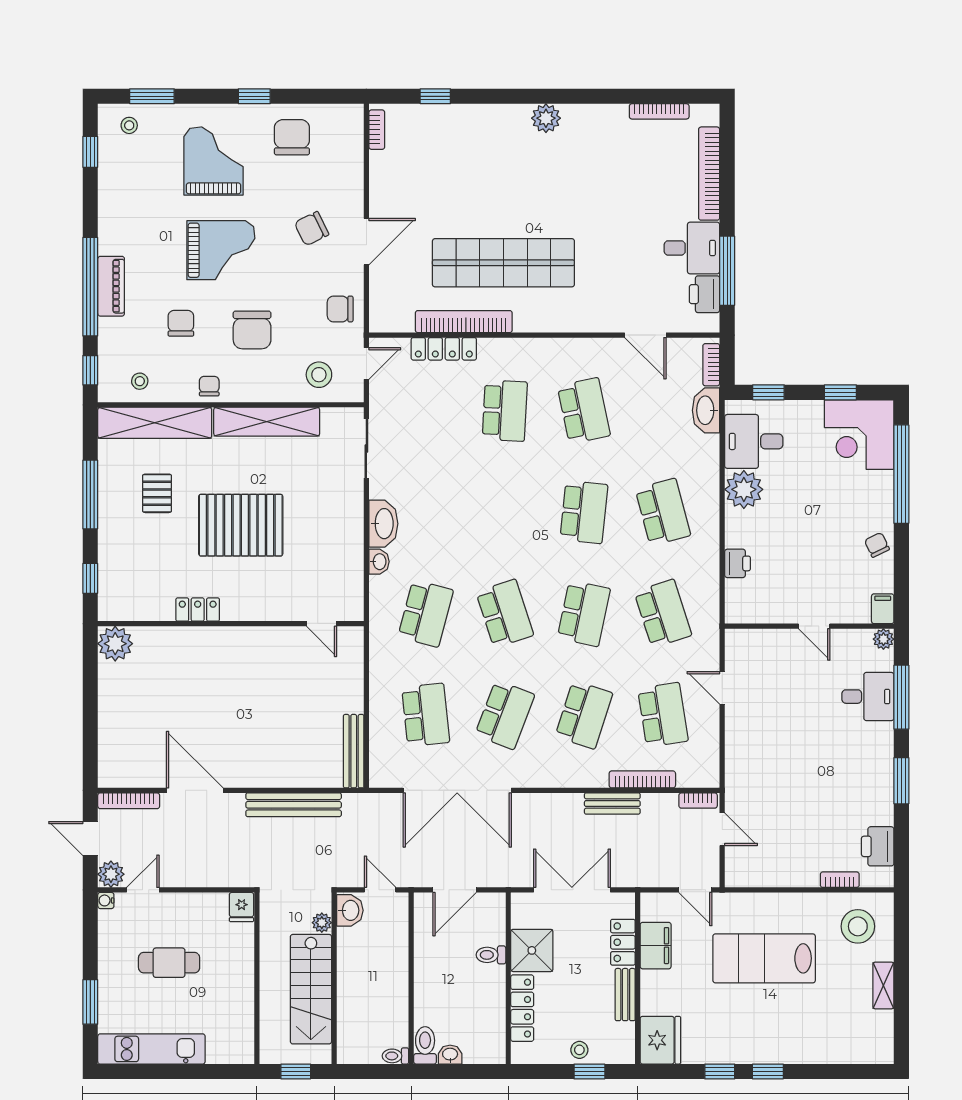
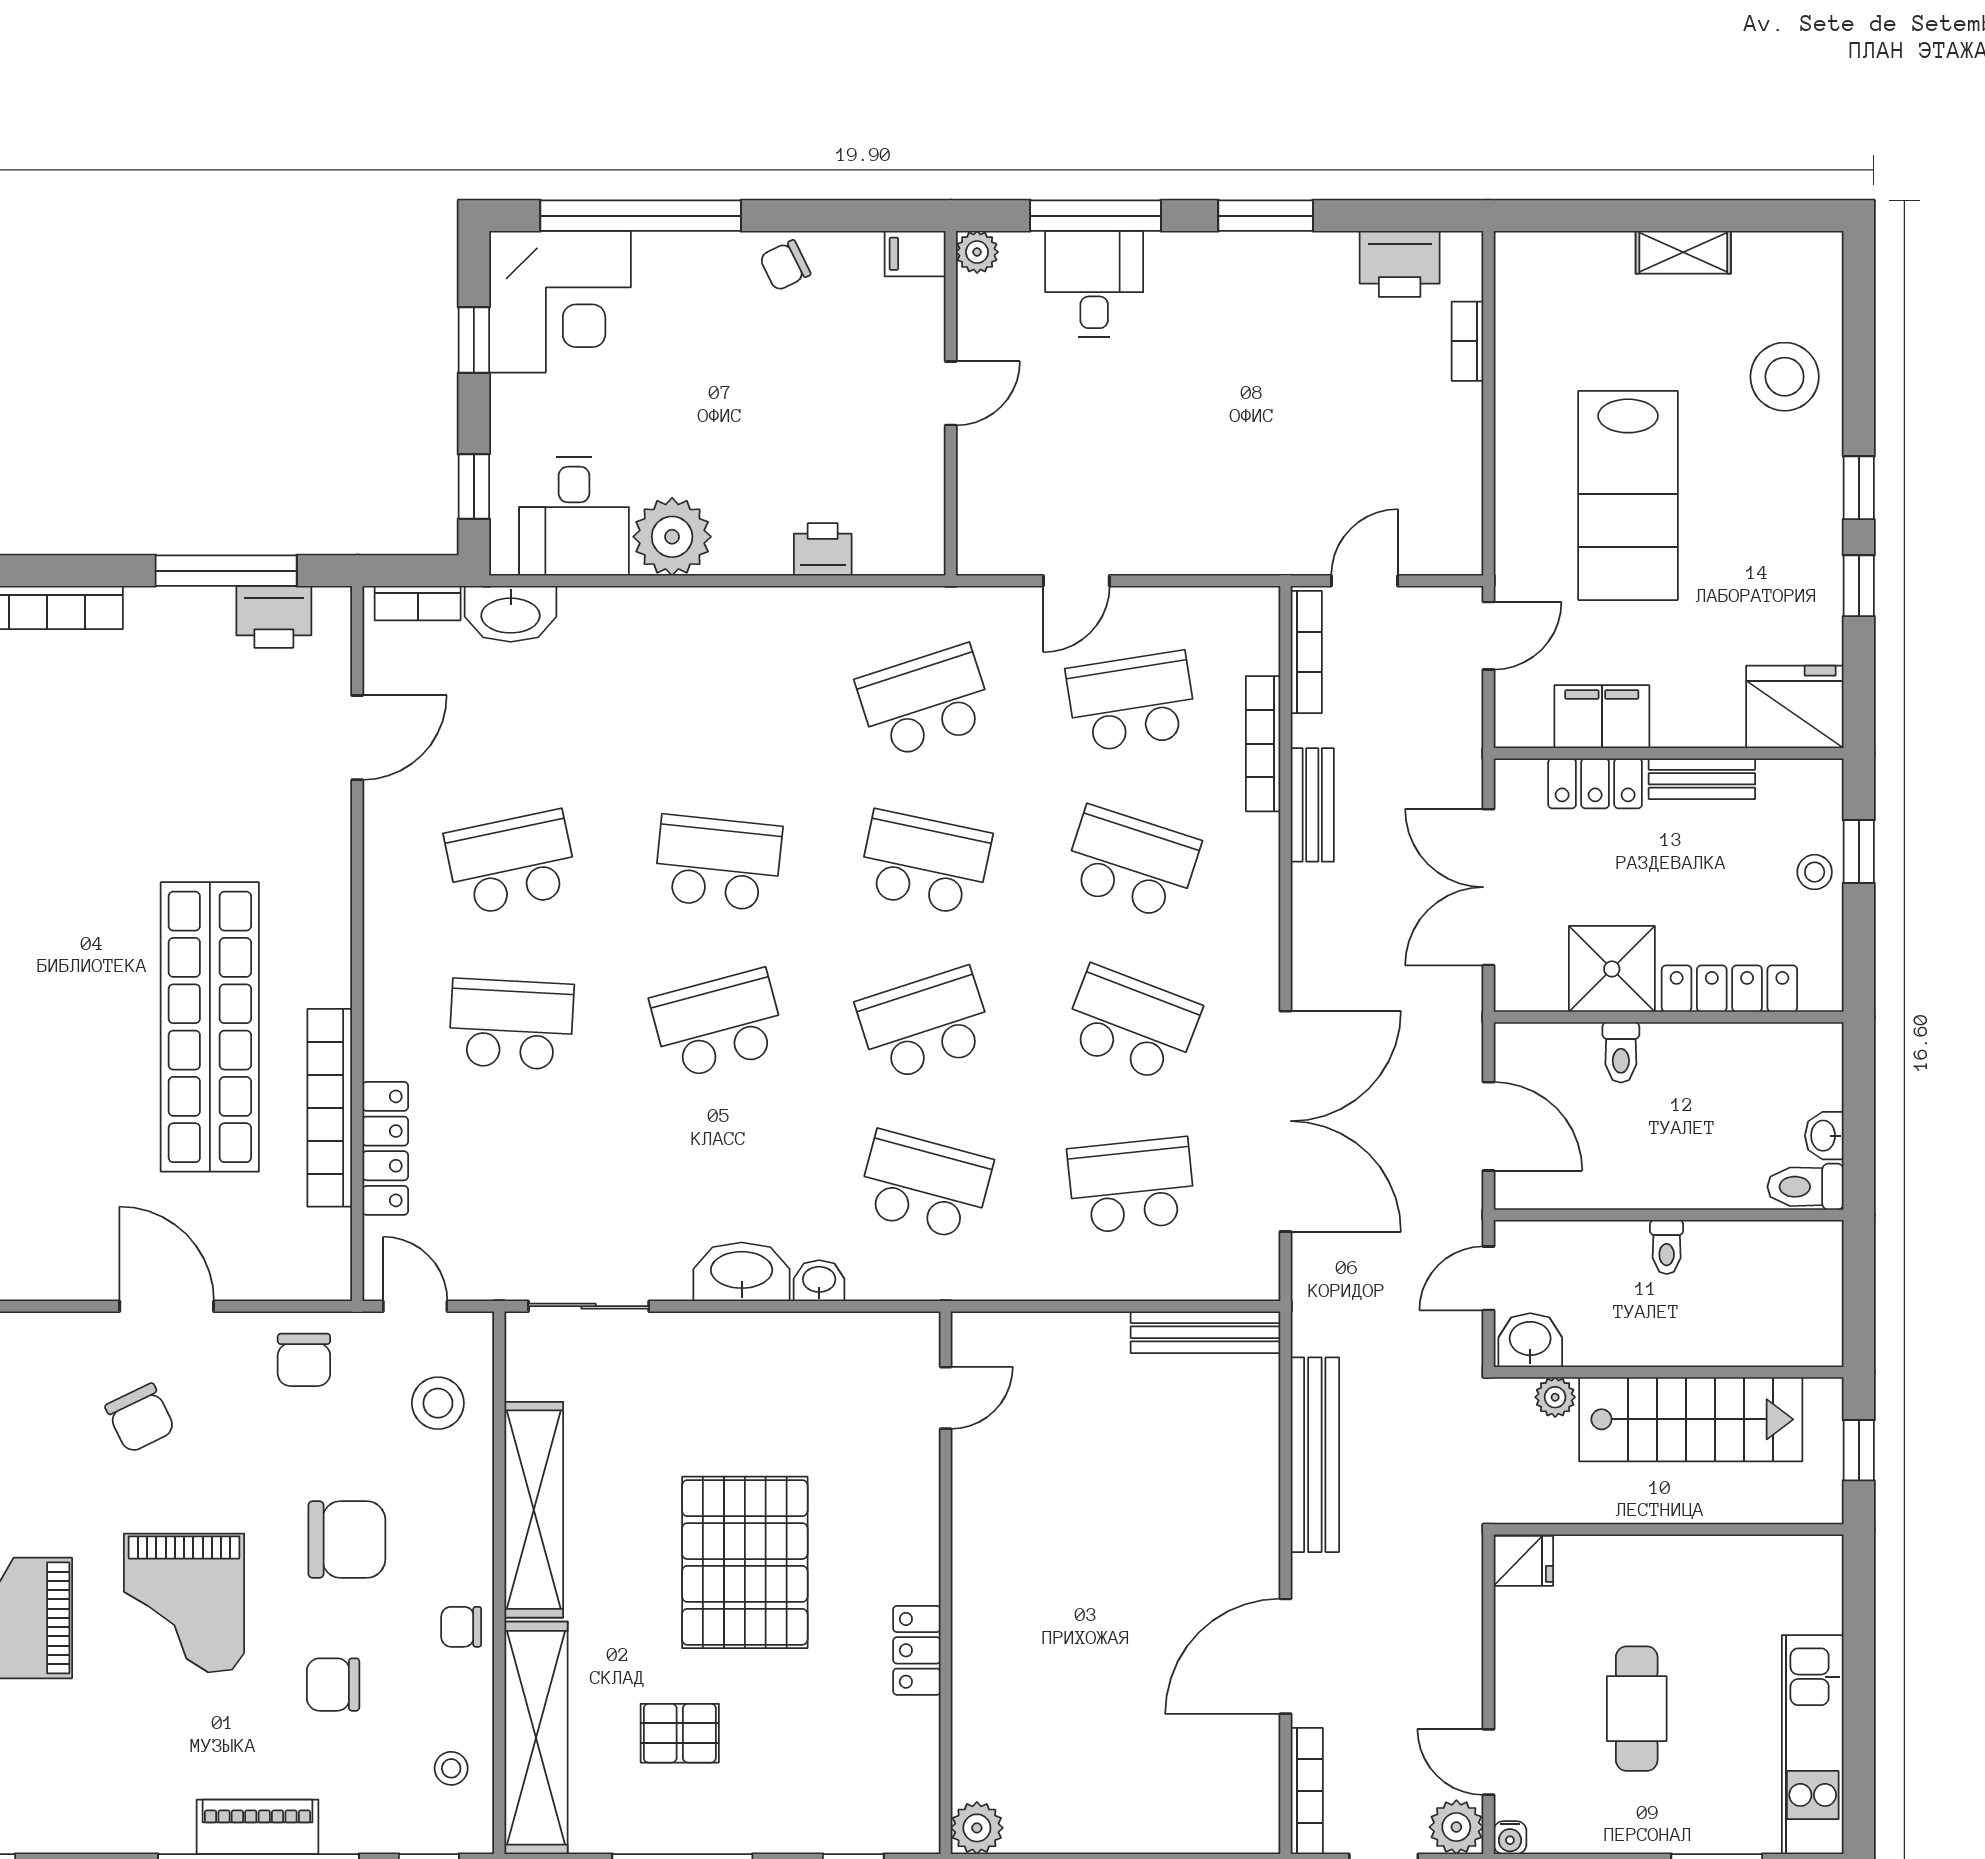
desk: (692, 248) -> (180, 643), removed
grand piano: (221, 250) -> (184, 1603), turned 180
school desk: (663, 512) -> (718, 1024), moved
plant: (115, 644) -> (977, 1828), width x0.73, depth x0.73
bookcase: (698, 801) -> (1306, 652), width x1.56
stool: (858, 926) -> (1785, 377), moved
toilet: (395, 1056) -> (1667, 1247), moved

